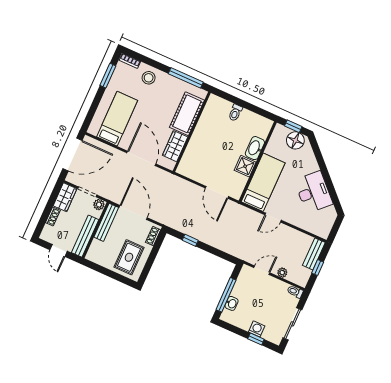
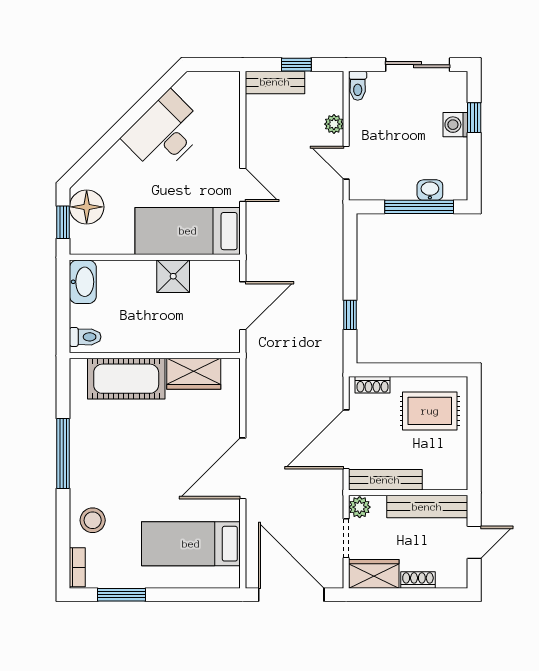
cot: (187, 114) -> (126, 379), moved
wall: (192, 132) -> (155, 356), moved
wardrobe: (175, 146) -> (194, 374), moved
washbasin: (255, 148) -> (83, 282), moved, turned -90

